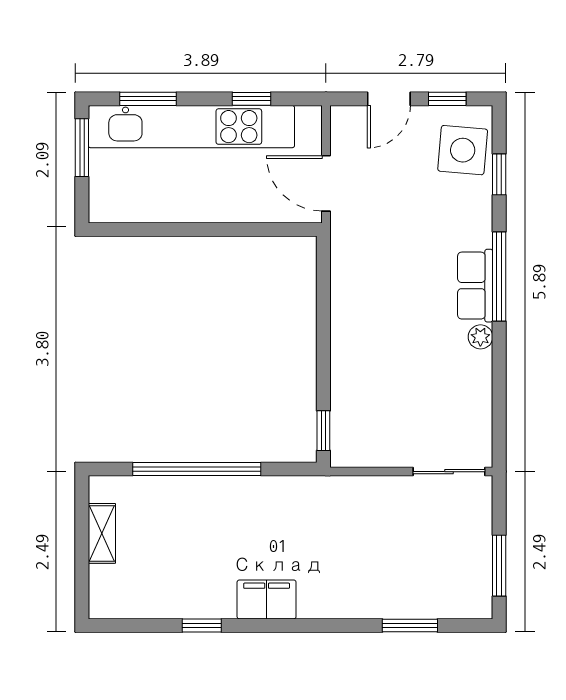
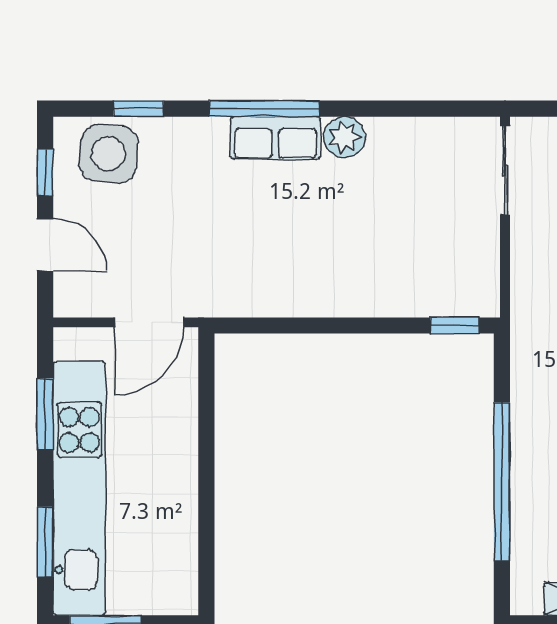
window: (252, 99) -> (45, 414), width x1.50
plant: (480, 337) -> (344, 137), width x1.38, depth x1.38

